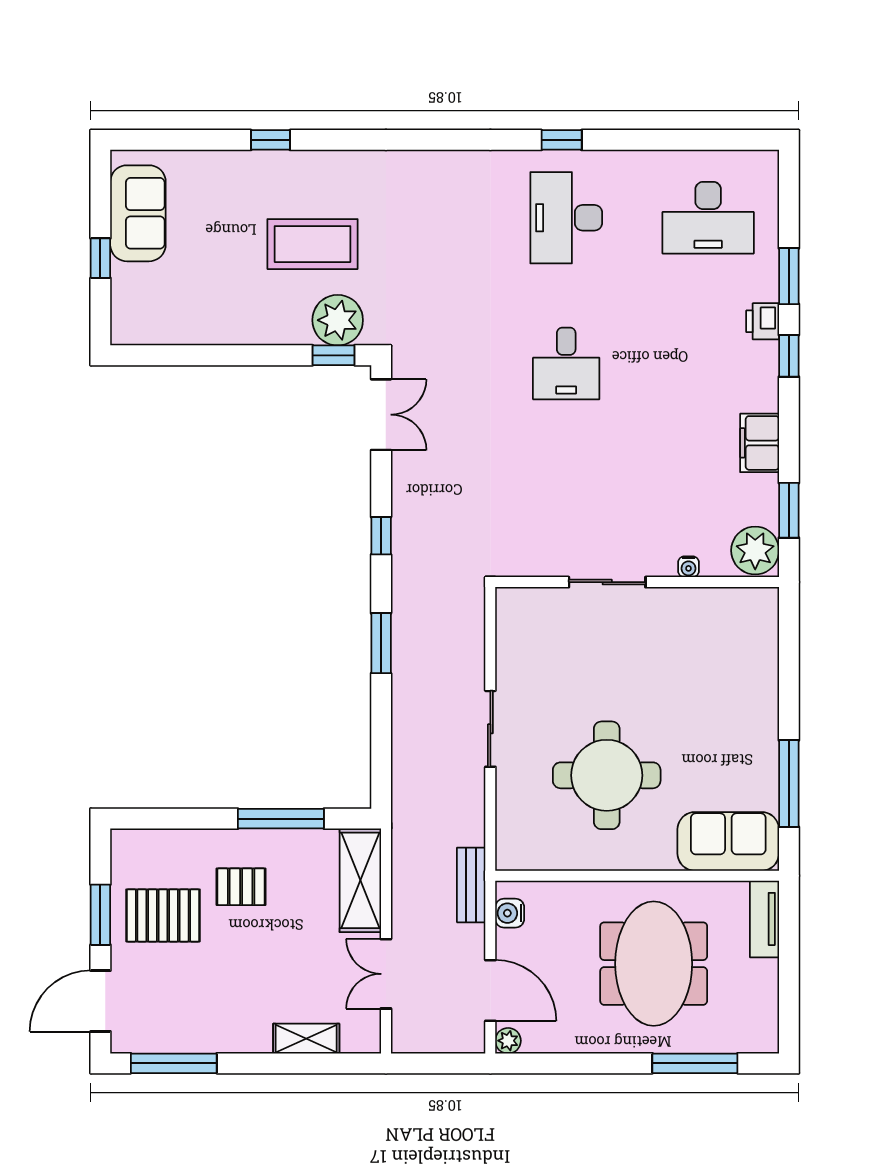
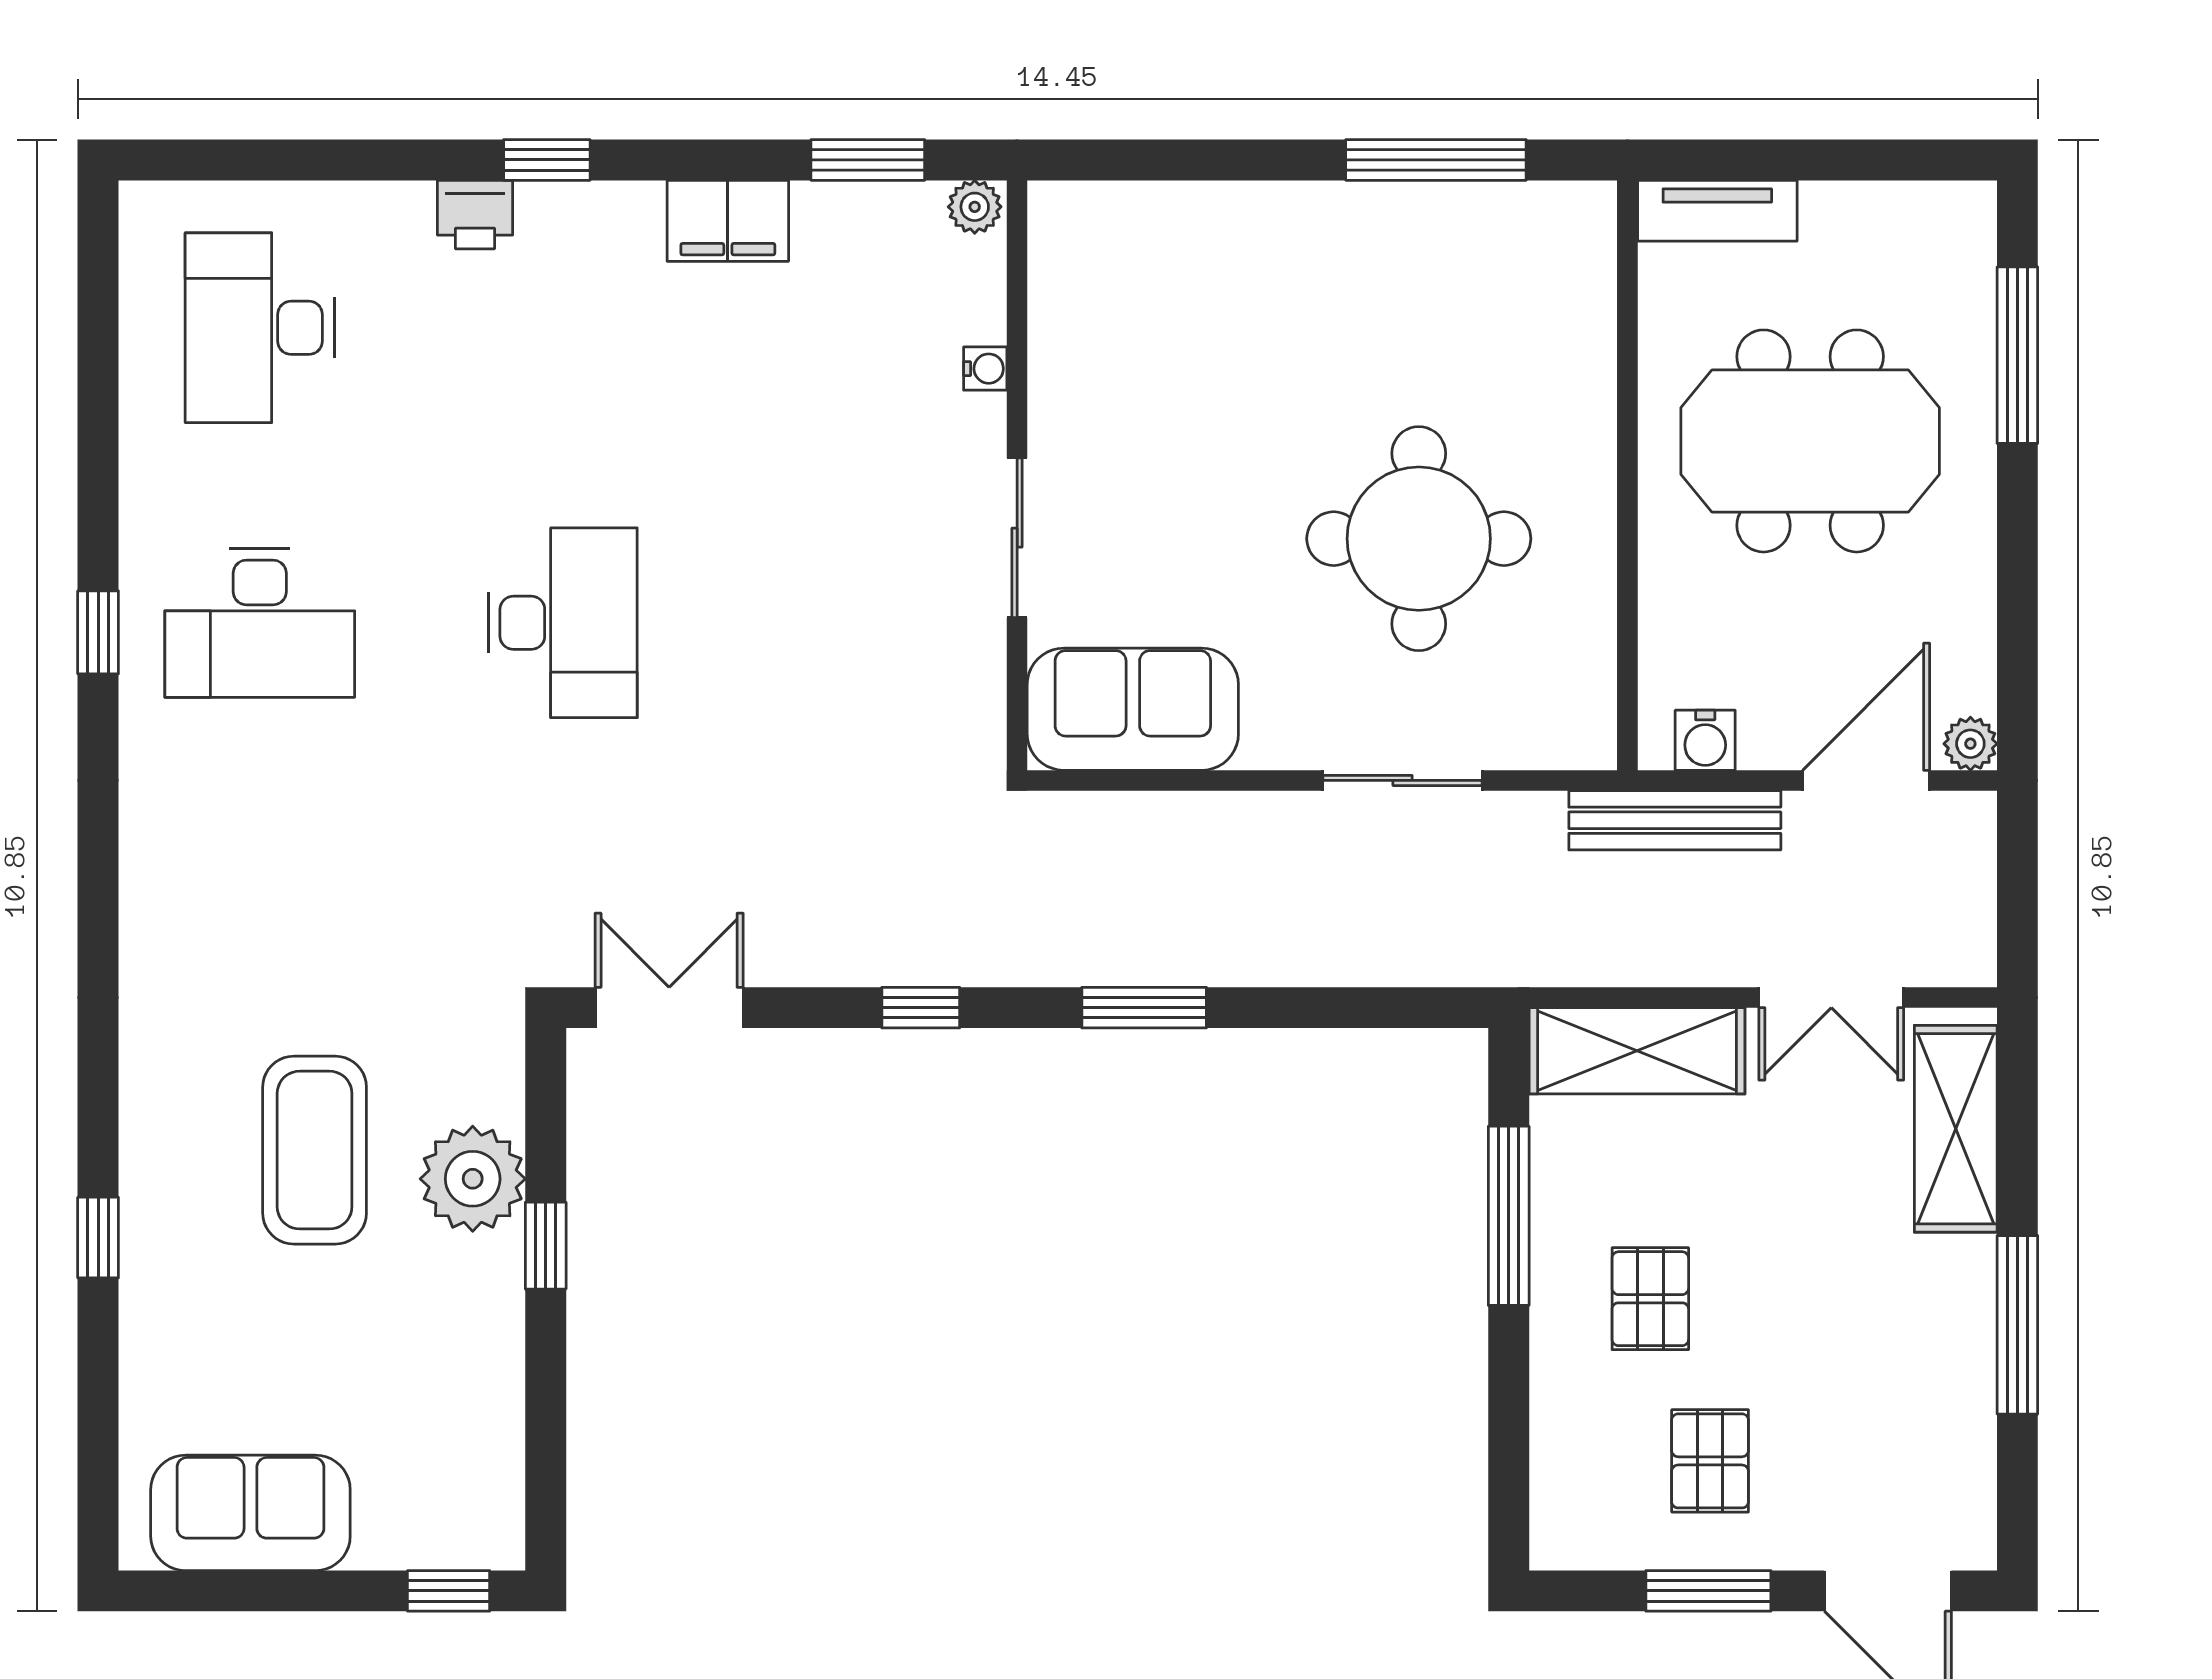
desk: (708, 218) -> (260, 328), turned 180
window: (100, 258) -> (449, 1591), moved
window: (789, 276) -> (381, 160), removed
plant: (338, 320) -> (473, 1179), moved
window: (334, 355) -> (546, 1246), moved
desk: (566, 363) -> (563, 623), width x1.37
plant: (755, 550) -> (975, 207), width x0.53, depth x0.53
sliding door: (490, 729) -> (1403, 780), moved
sofa: (728, 841) -> (1133, 709), moved, turned 90
bench: (471, 885) -> (1675, 820), width x1.36
pallet: (163, 915) -> (1710, 1461), width x0.67, depth x0.71
shelving: (306, 1039) -> (1956, 1129), width x1.50, depth x1.33
window: (174, 1063) -> (2017, 1325), moved

